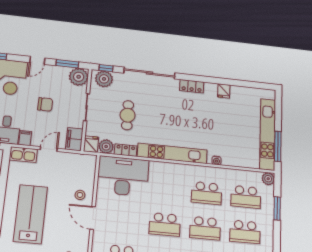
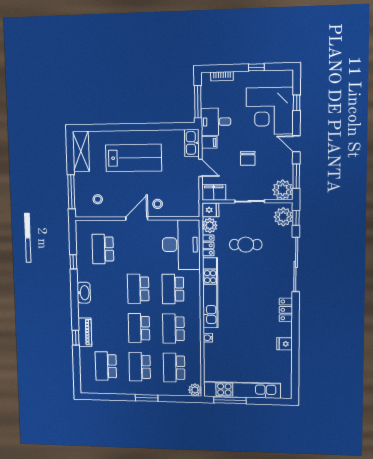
school desk: (167, 189) -> (173, 289), added
window: (277, 208) -> (147, 398), moved

